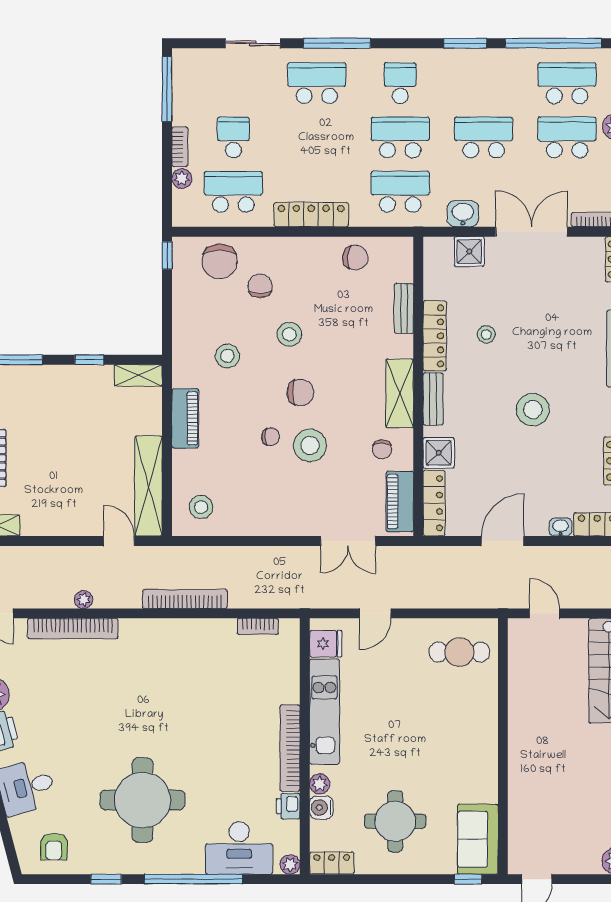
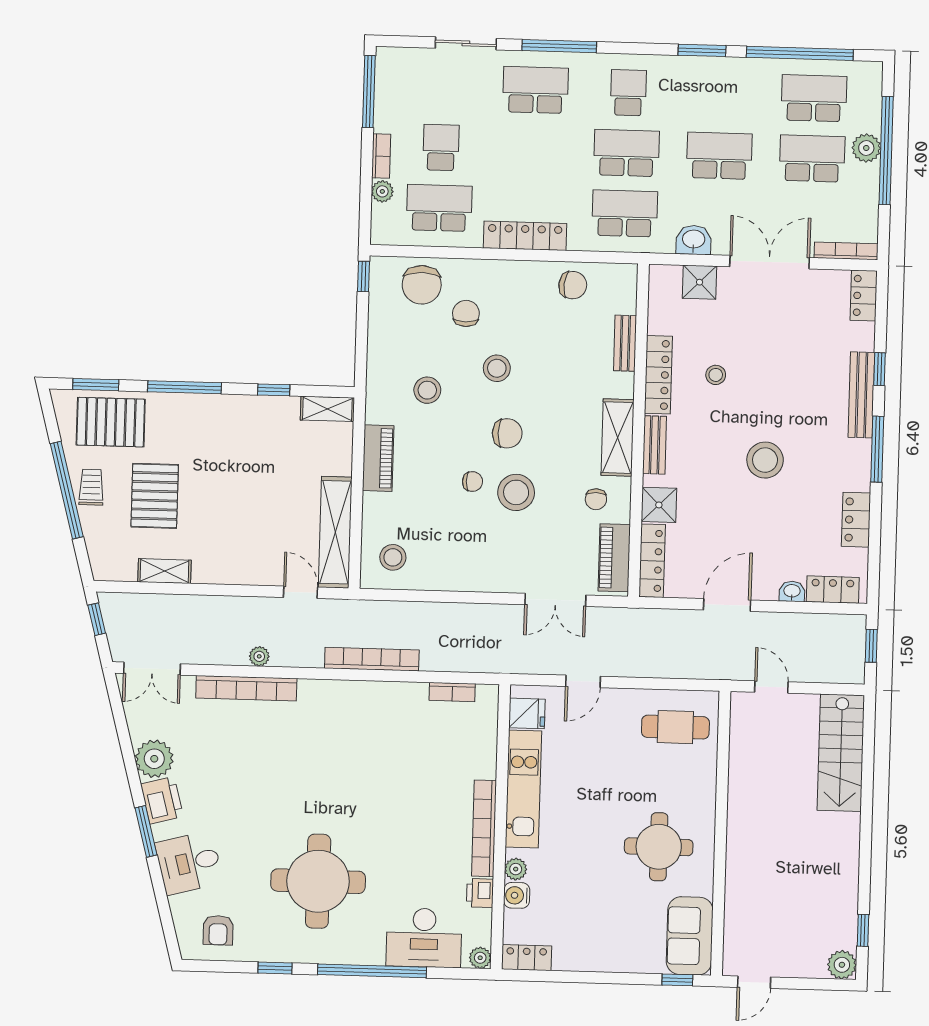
round table: (395, 821) -> (659, 847), moved

